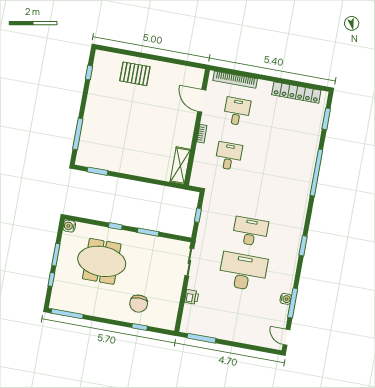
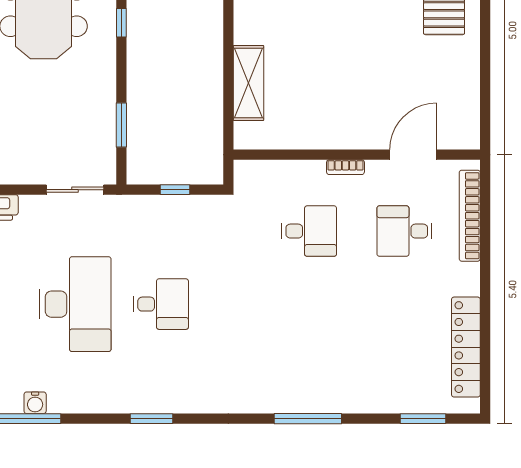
desk: (237, 111) -> (404, 231), turned 180
shelving: (180, 166) -> (249, 83), moved, turned 90
window: (316, 173) -> (308, 419), width x0.68
window: (148, 232) -> (121, 125), moved
desk: (250, 232) -> (161, 304), width x0.73

